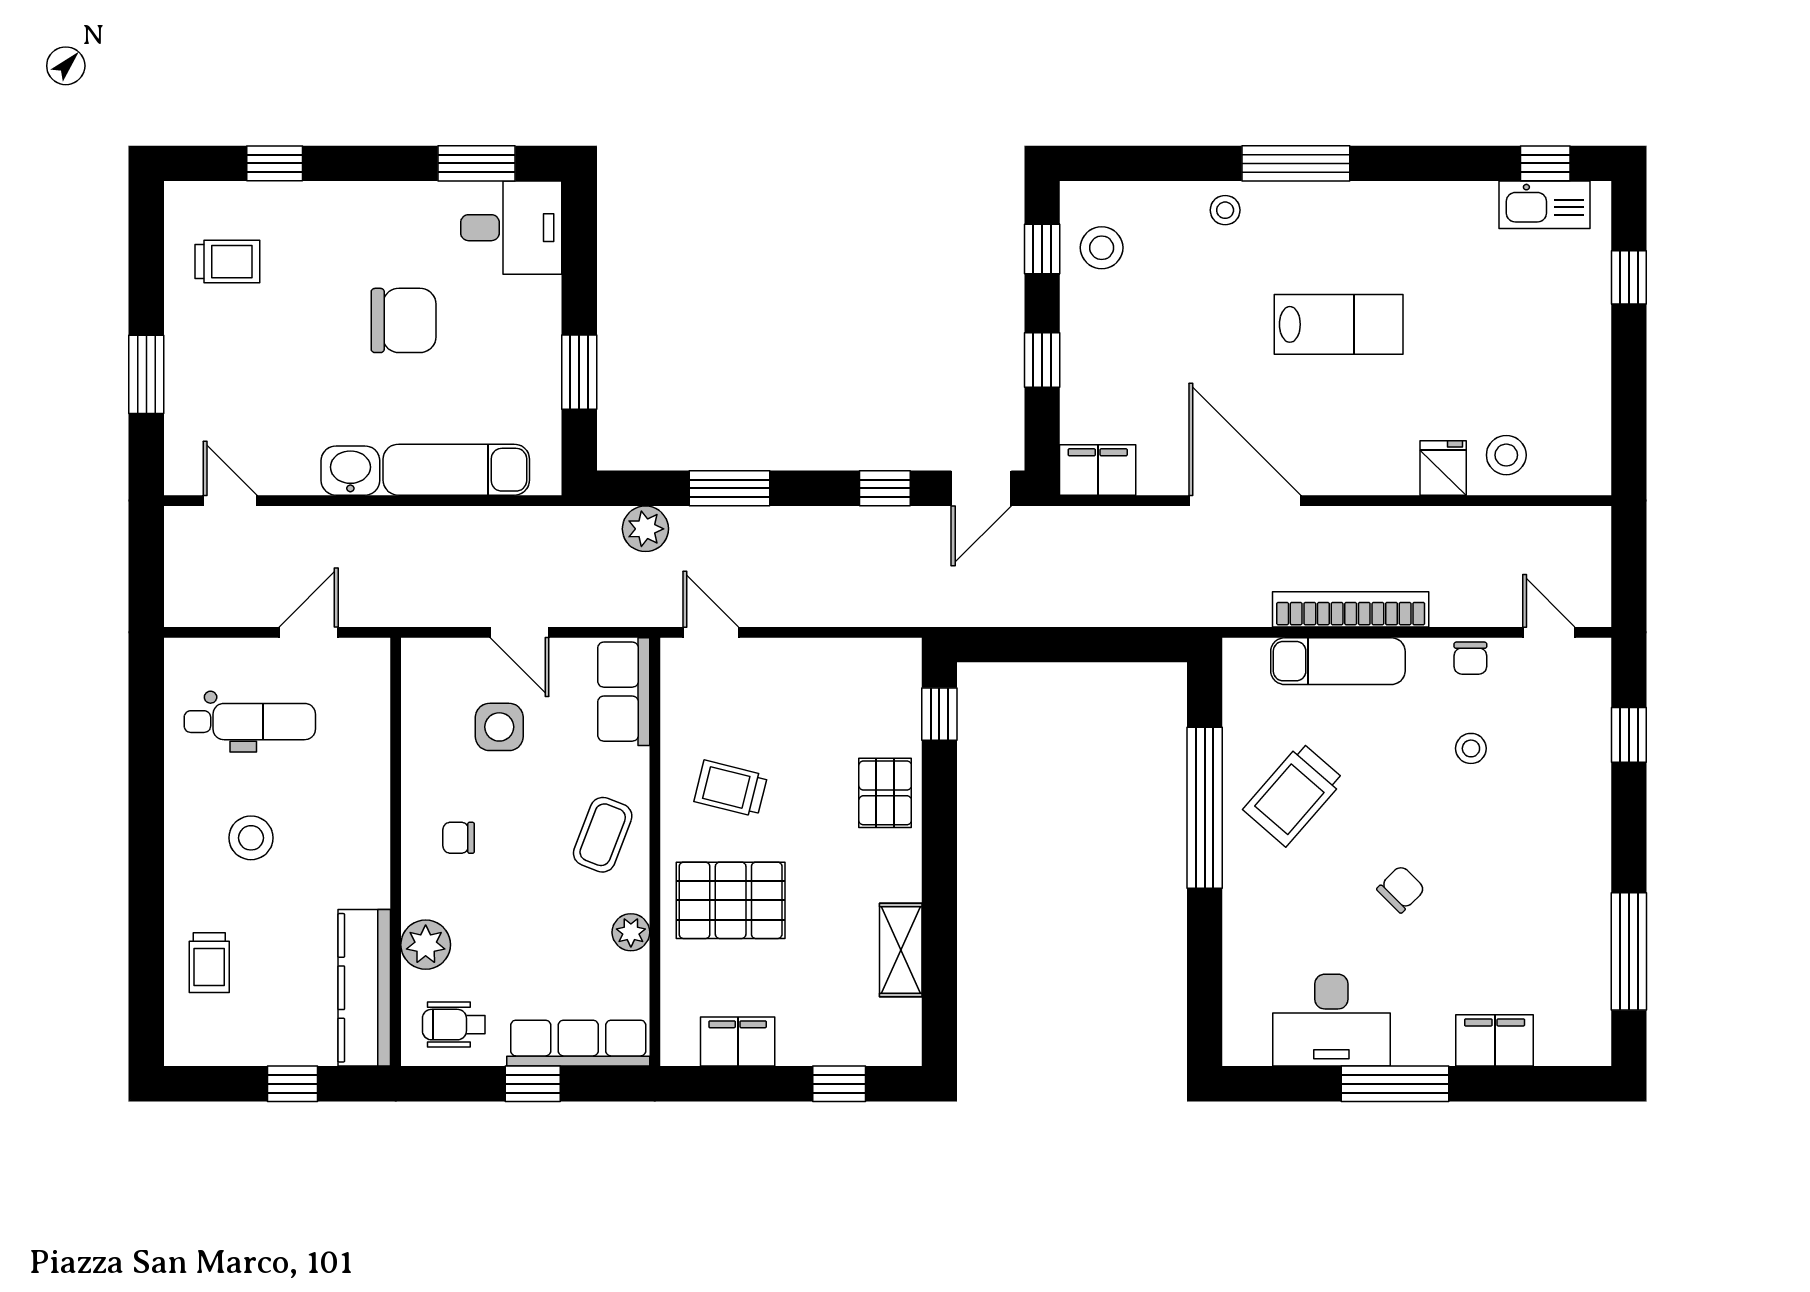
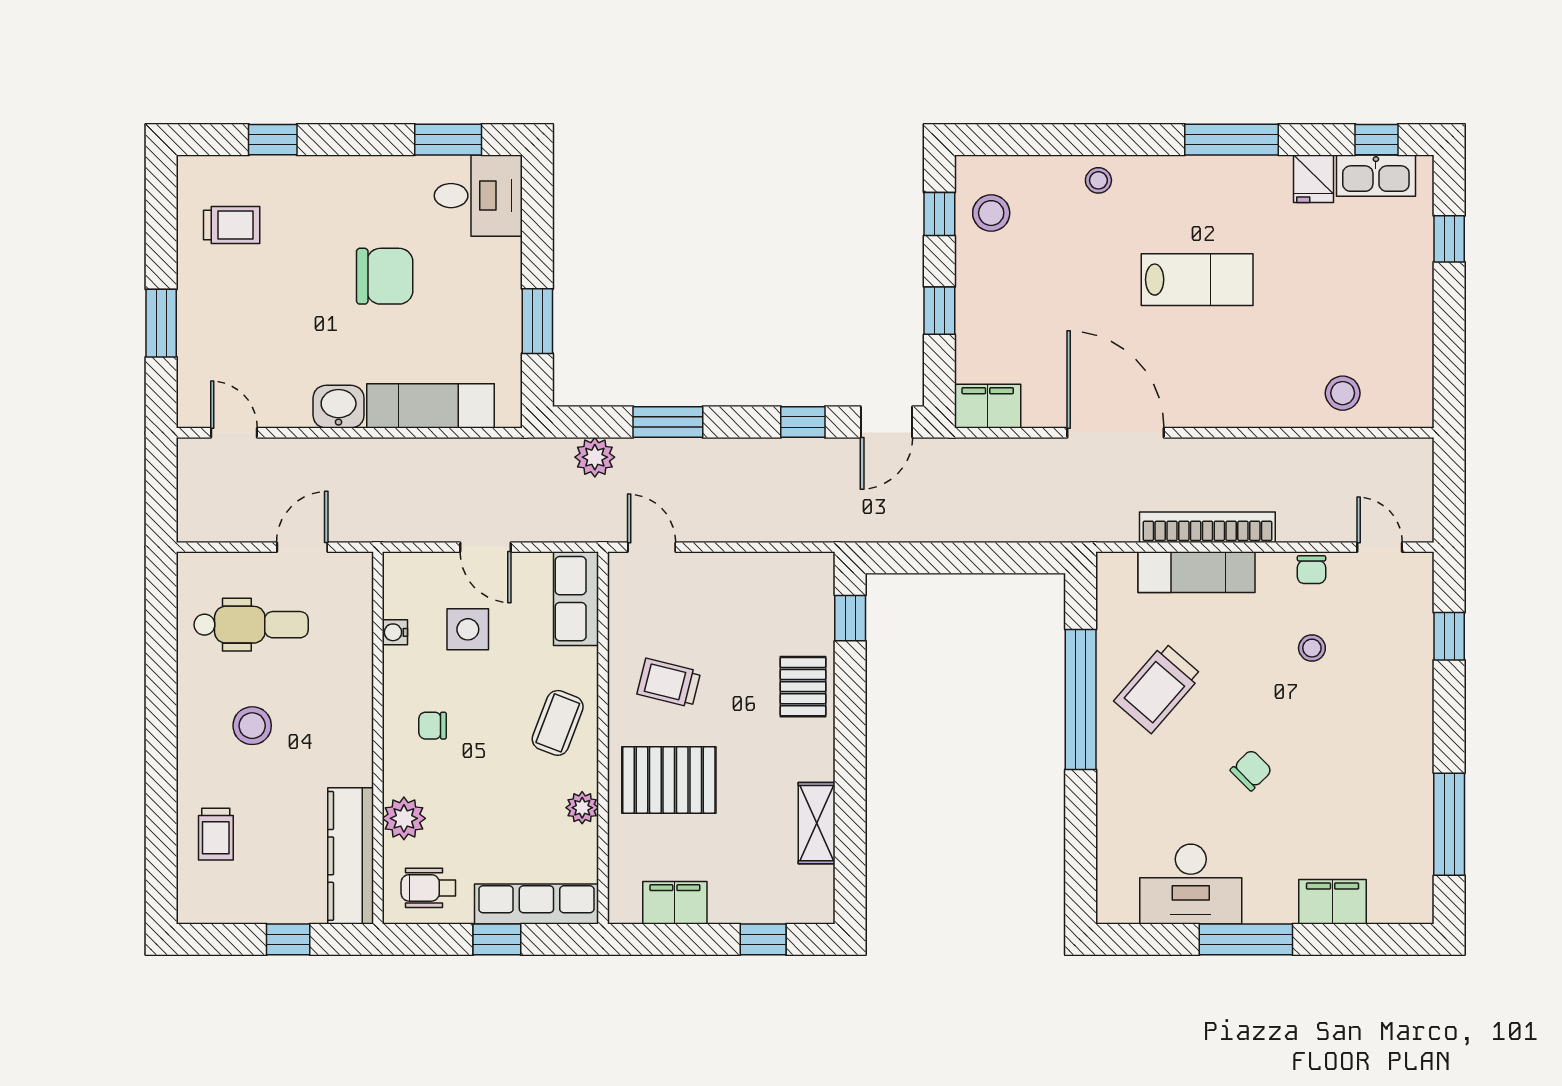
window: (1296, 163) -> (1231, 140), moved
fridge: (1443, 468) -> (1314, 179), moved, turned 180
water cooler: (415, 730) -> (395, 632), added

